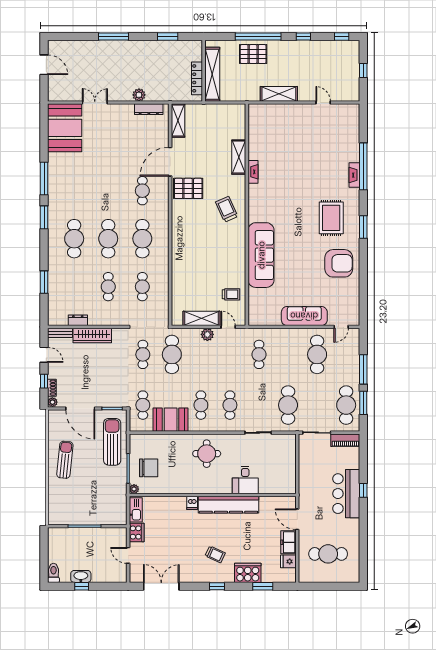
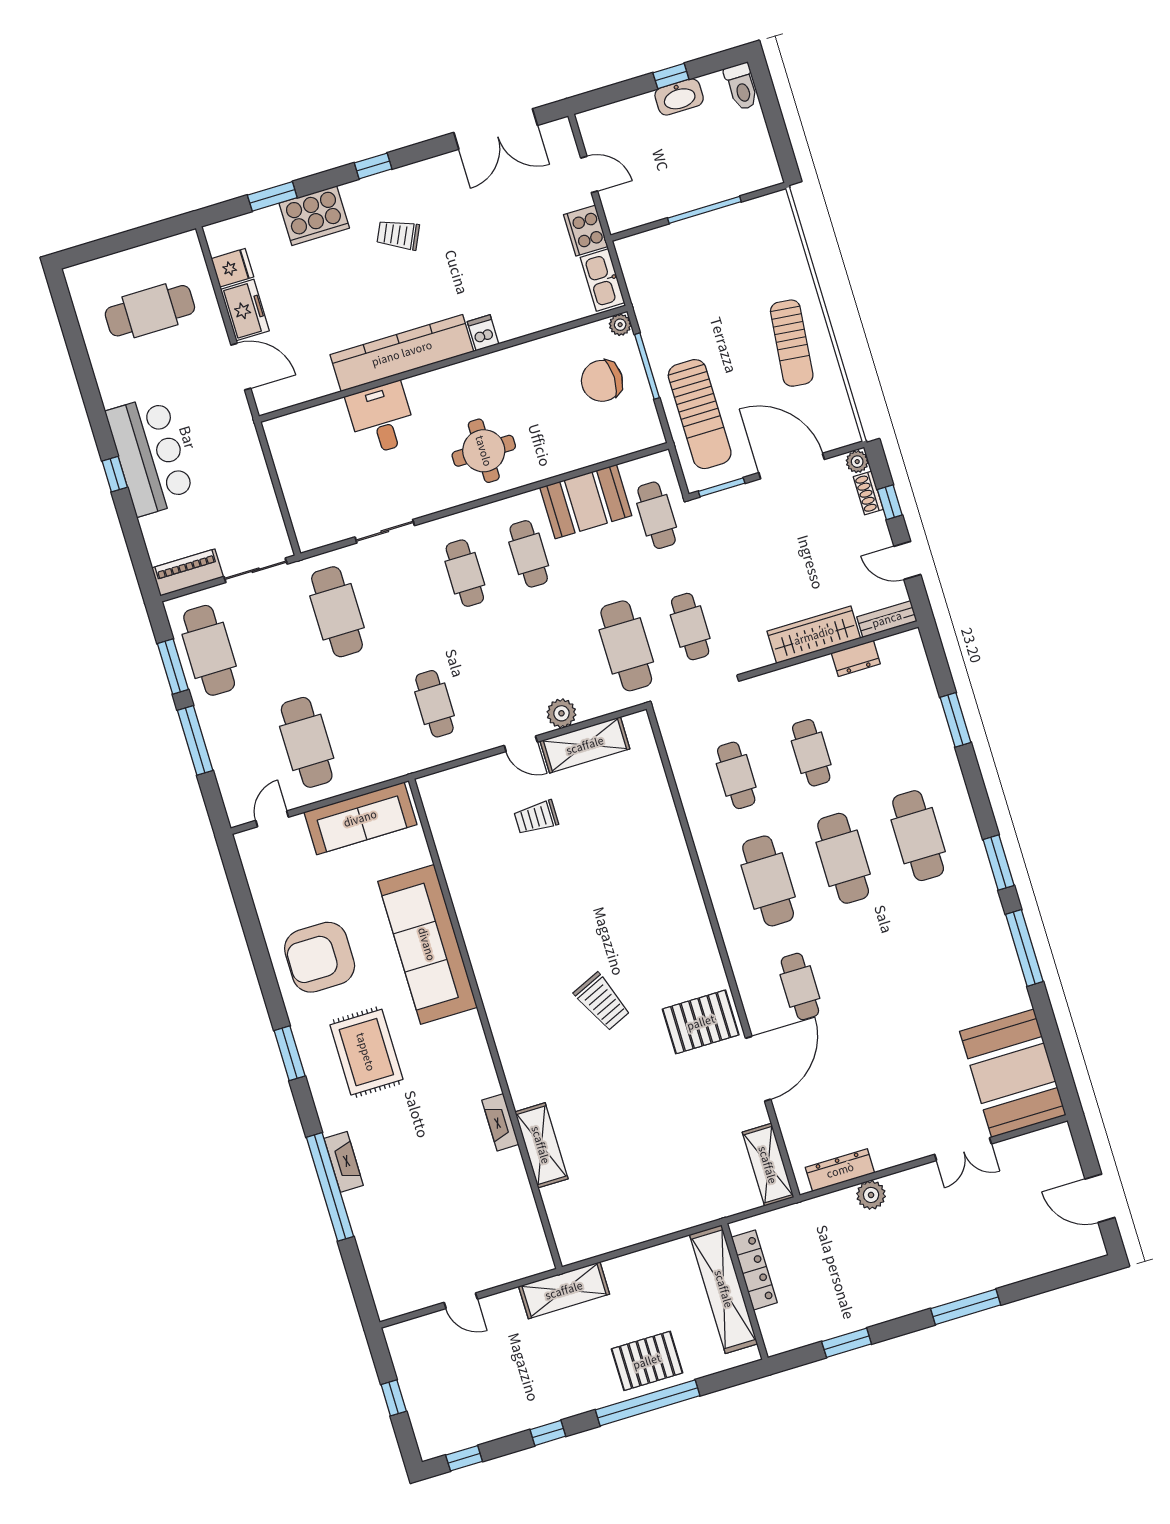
shelving: (239, 157) -> (541, 1145), moved
fireplace: (253, 172) -> (500, 1122), moved
wall: (247, 215) -> (485, 1024), moved
sofa: (261, 255) -> (427, 944), moved

